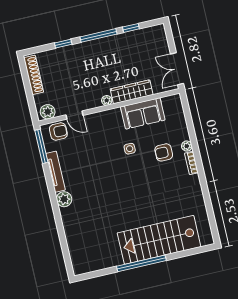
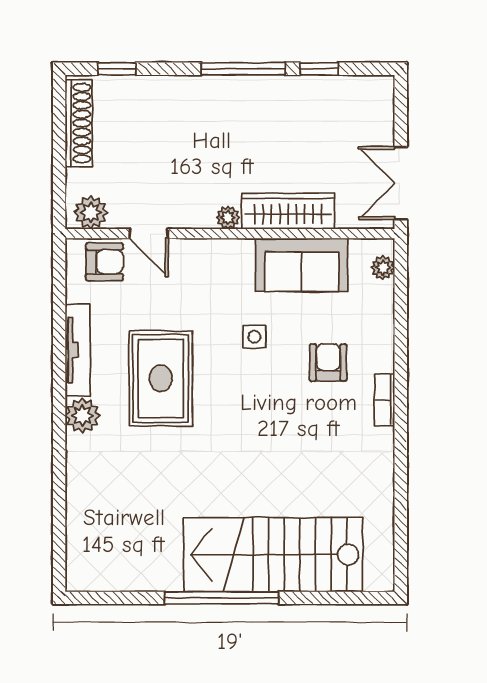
window: (63, 44) -> (117, 69), moved
window: (41, 146) -> (59, 286), removed
plant: (187, 146) -> (383, 268), moved
armchair: (164, 152) -> (328, 363), turned 90
rug: (94, 176) -> (161, 378), added

